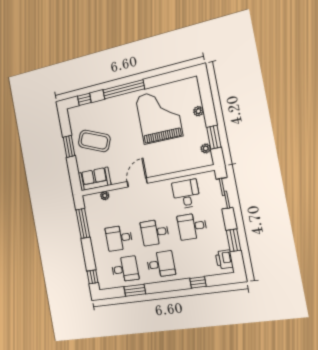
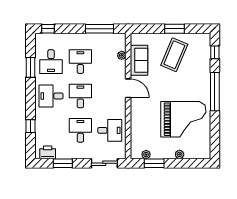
sofa: (94, 179) -> (139, 60), moved
desk: (161, 264) -> (51, 96), turned 90

